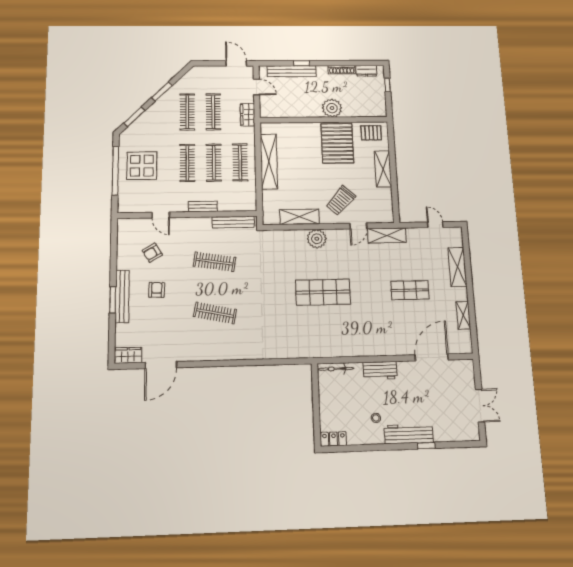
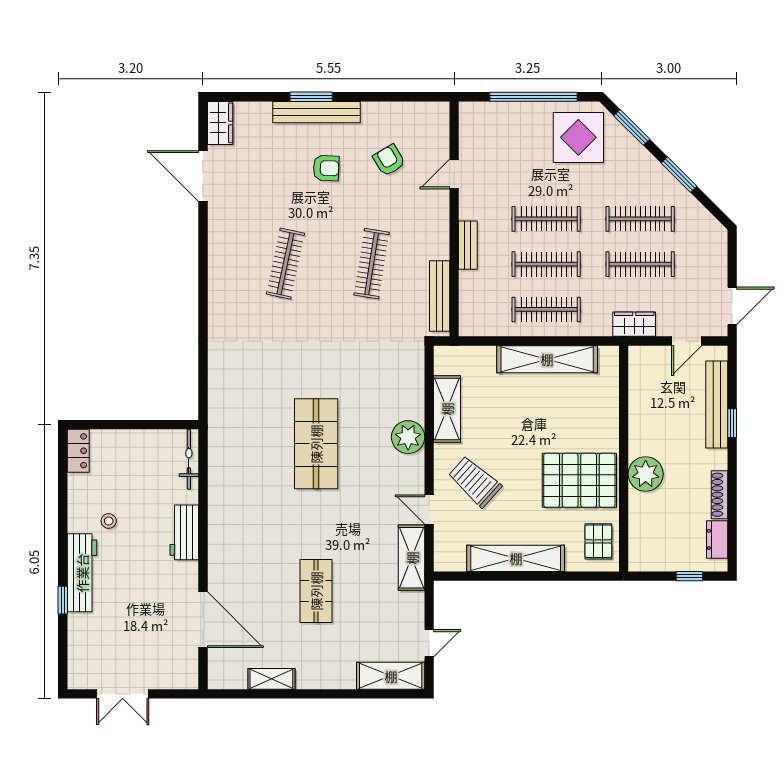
display table: (142, 166) -> (578, 137), moved
shelving: (383, 169) -> (516, 558), width x1.47
shelving: (457, 267) -> (391, 676), moved

